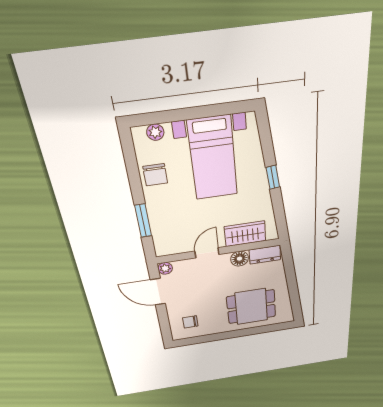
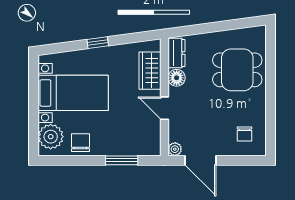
plant: (155, 132) -> (51, 137), width x1.88, depth x1.88
chair: (155, 175) -> (80, 143), turned -90
door: (158, 292) -> (201, 160), hinge flipped
dining table: (251, 307) -> (237, 70), turned 90

